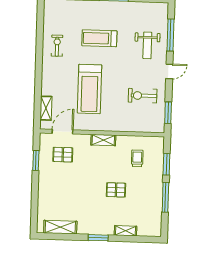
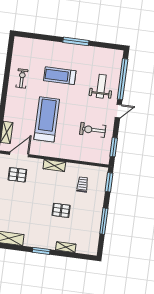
window: (170, 35) -> (123, 79), width x1.46
weight bench: (147, 45) -> (101, 86), turned 180
treadmill: (90, 89) -> (47, 119), turned 180
window: (166, 164) -> (109, 182), moved

